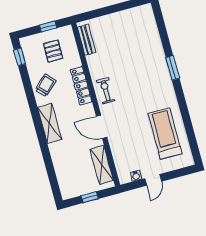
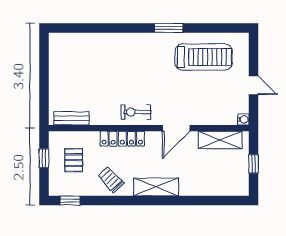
pallet: (53, 51) -> (74, 160), turned 90
window: (173, 68) -> (169, 28), moved
treadmill: (165, 133) -> (204, 57), turned 180
water cooler: (136, 176) -> (243, 119), moved

